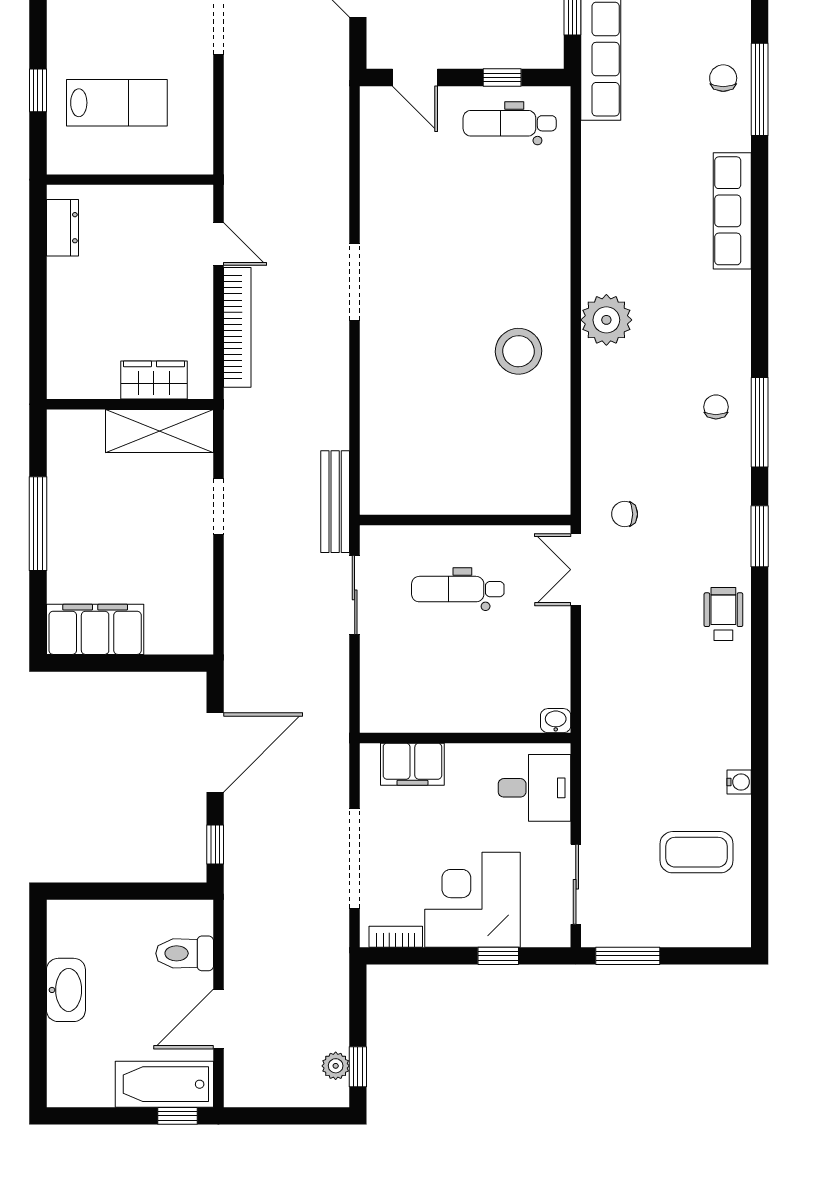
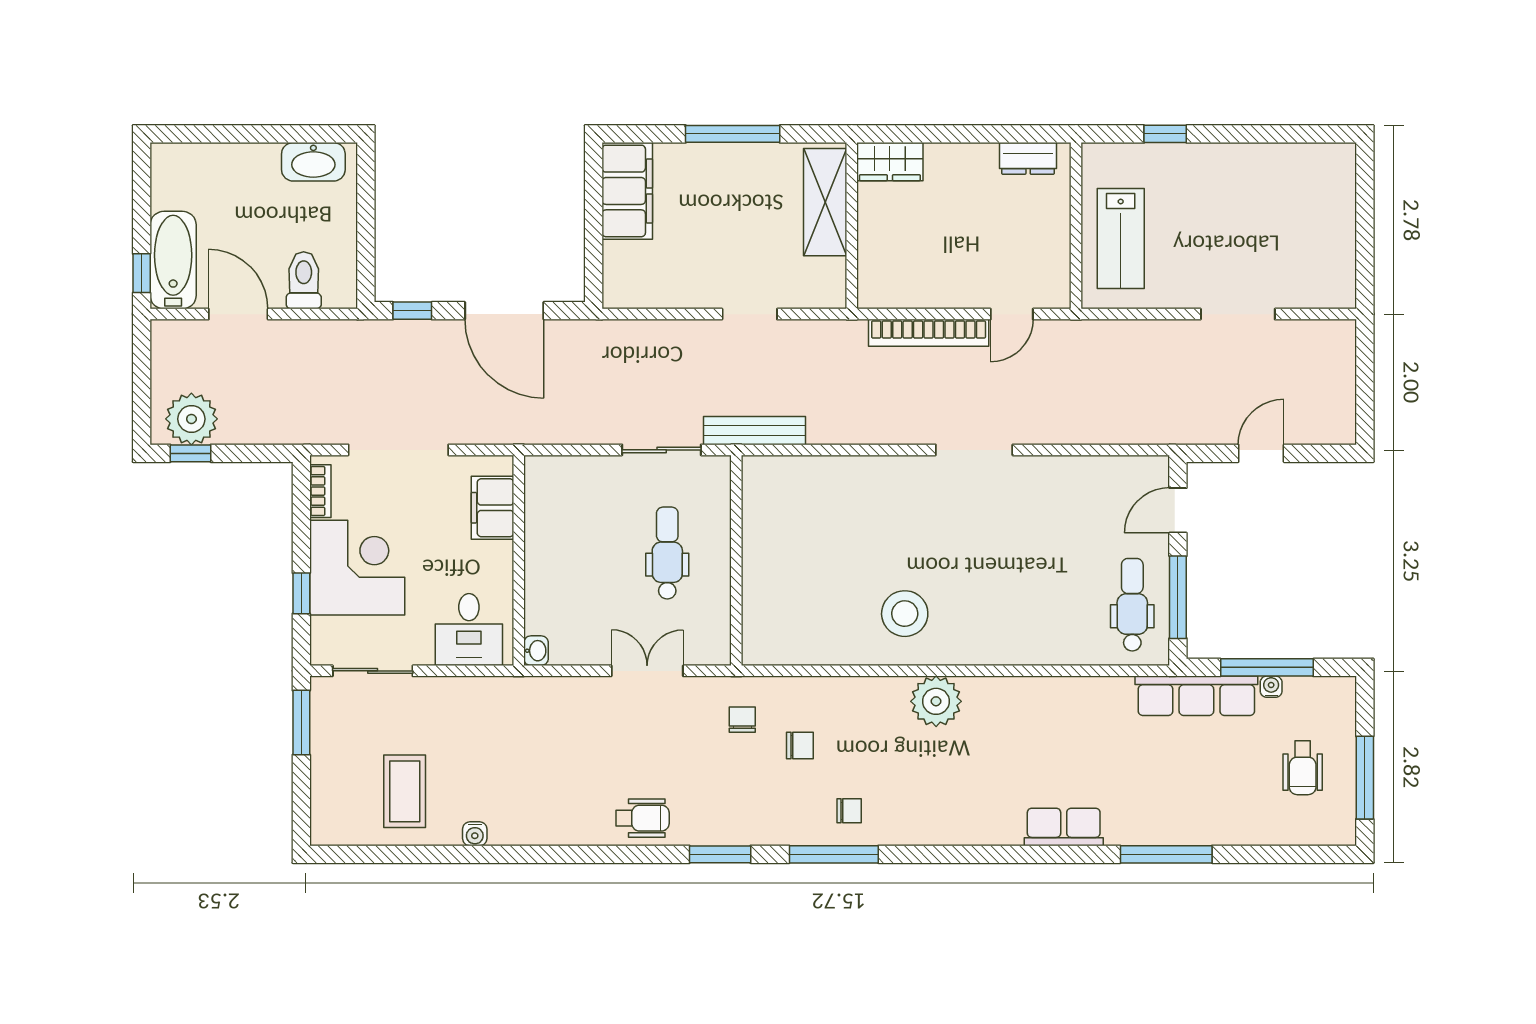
window: (502, 78) -> (1178, 597), width x2.17
chair: (723, 78) -> (800, 746), moved
lab bench: (117, 103) -> (1121, 239), moved
row of seats: (732, 211) -> (1064, 827), width x0.68
wardrobe: (154, 380) -> (890, 162), moved, turned 90
shelving: (159, 431) -> (825, 202), moved
double door: (576, 570) -> (647, 671), moved
washbasin: (66, 990) -> (313, 162), moved
plant: (336, 1066) -> (191, 419), width x1.88, depth x1.88

